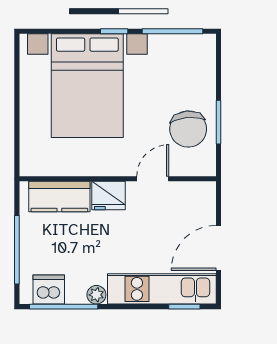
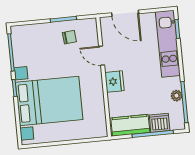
chair: (188, 129) -> (69, 37), width x0.54, depth x0.54
kitchen counter: (59, 197) -> (130, 125), moved, turned -90
door: (218, 248) -> (125, 13), moved
dishwasher: (49, 290) -> (160, 123), moved, turned 90
plant: (96, 295) -> (177, 96), moved

